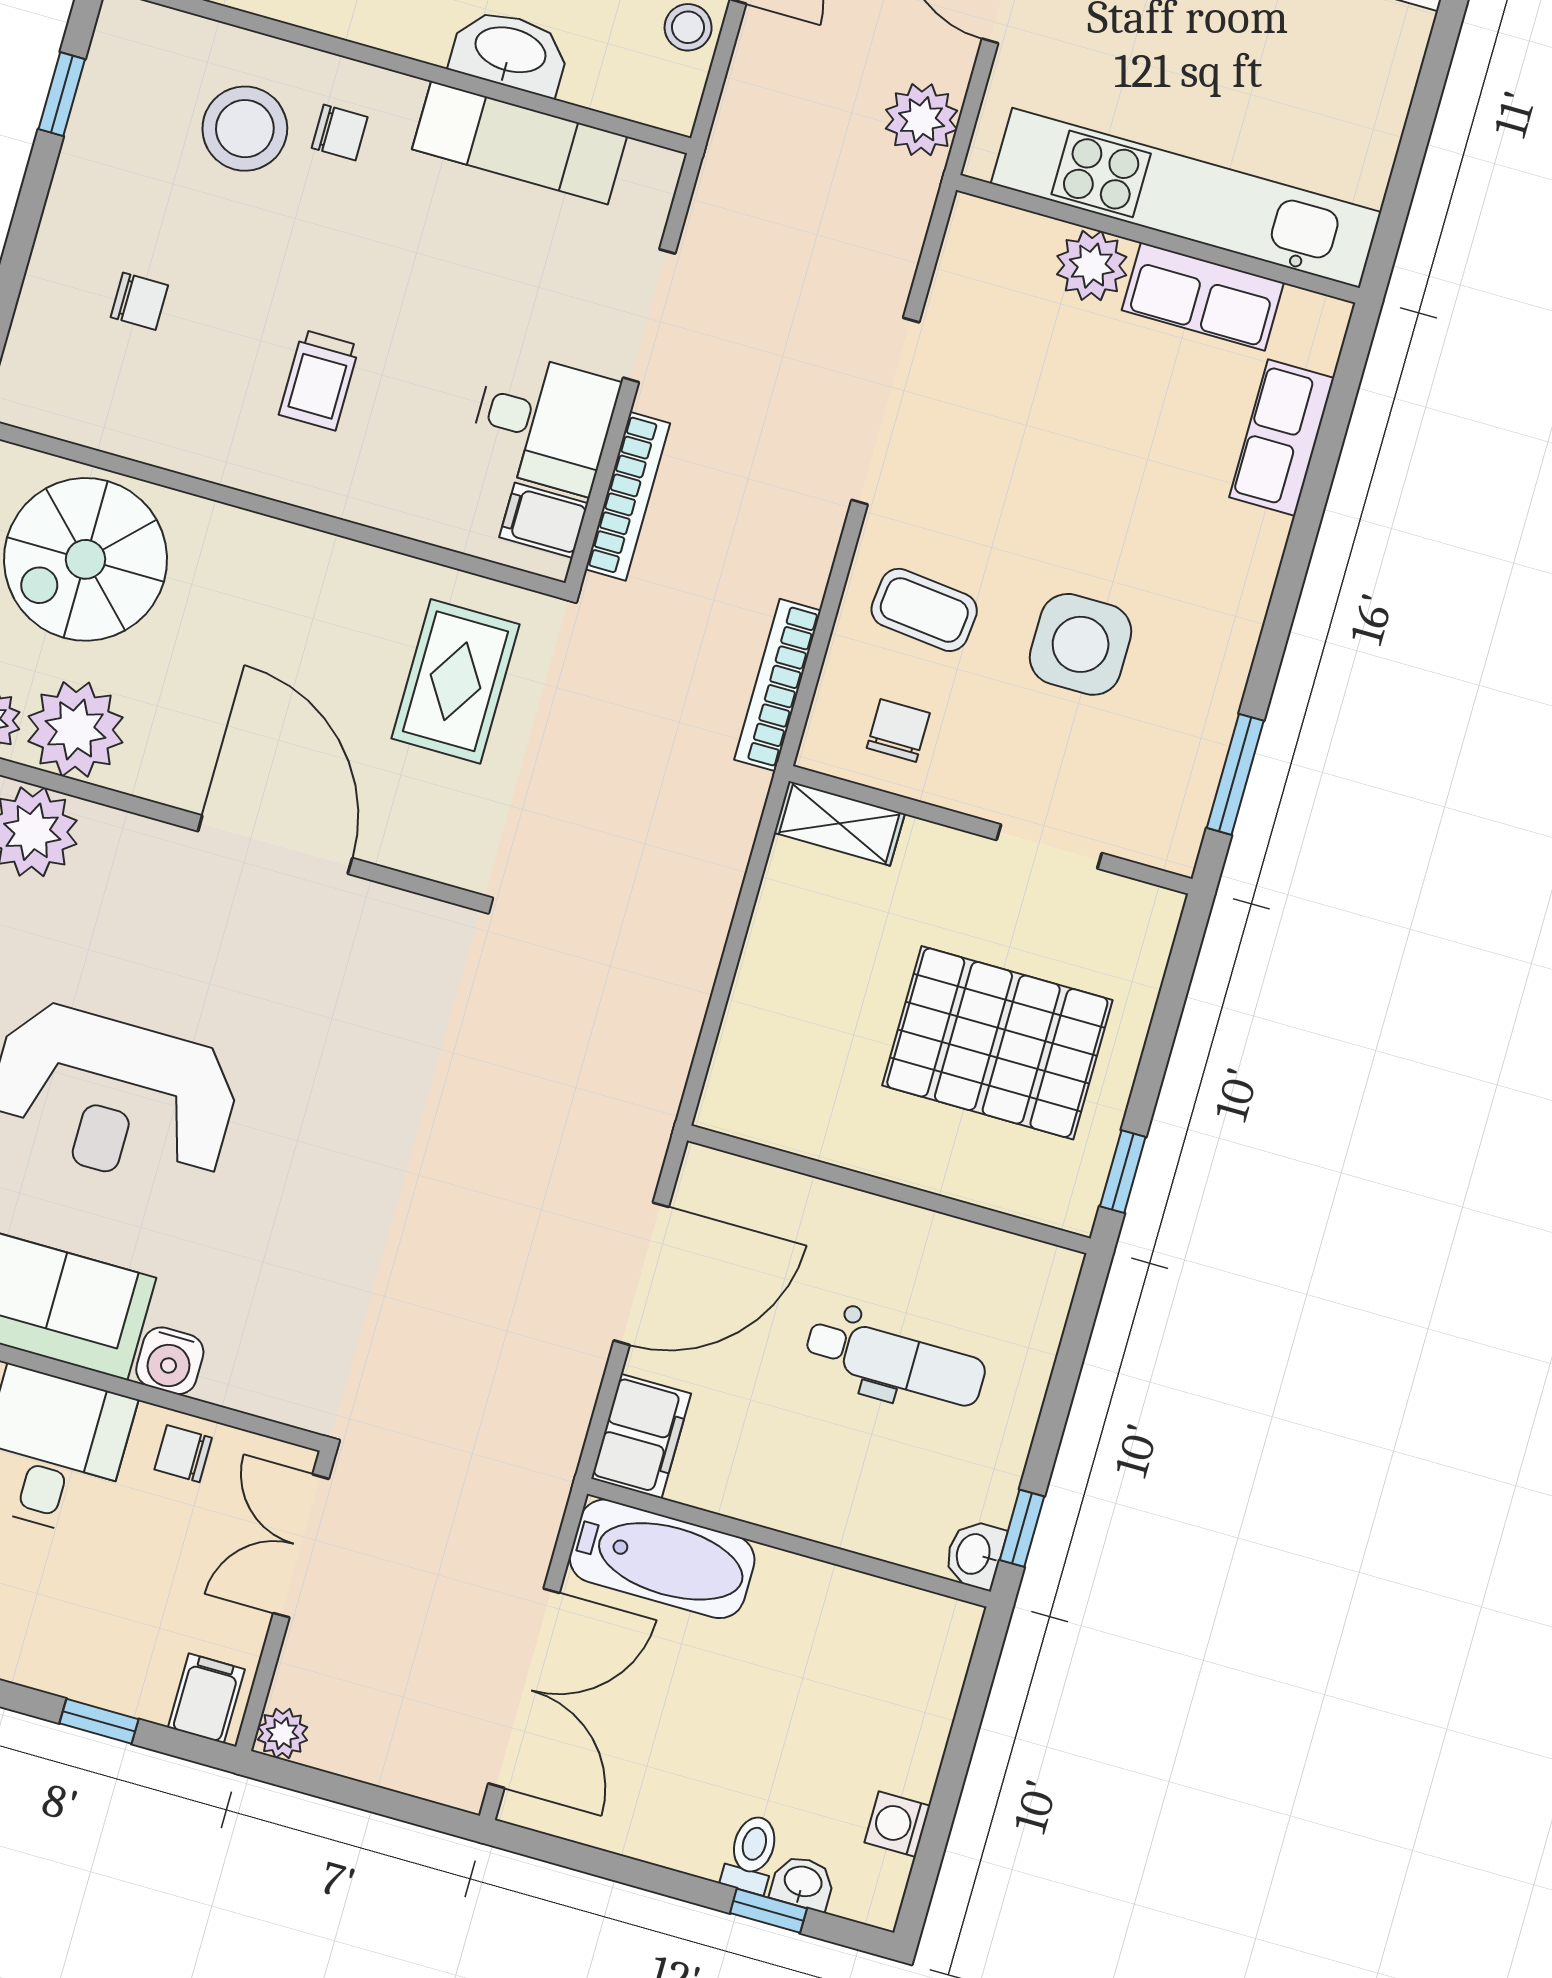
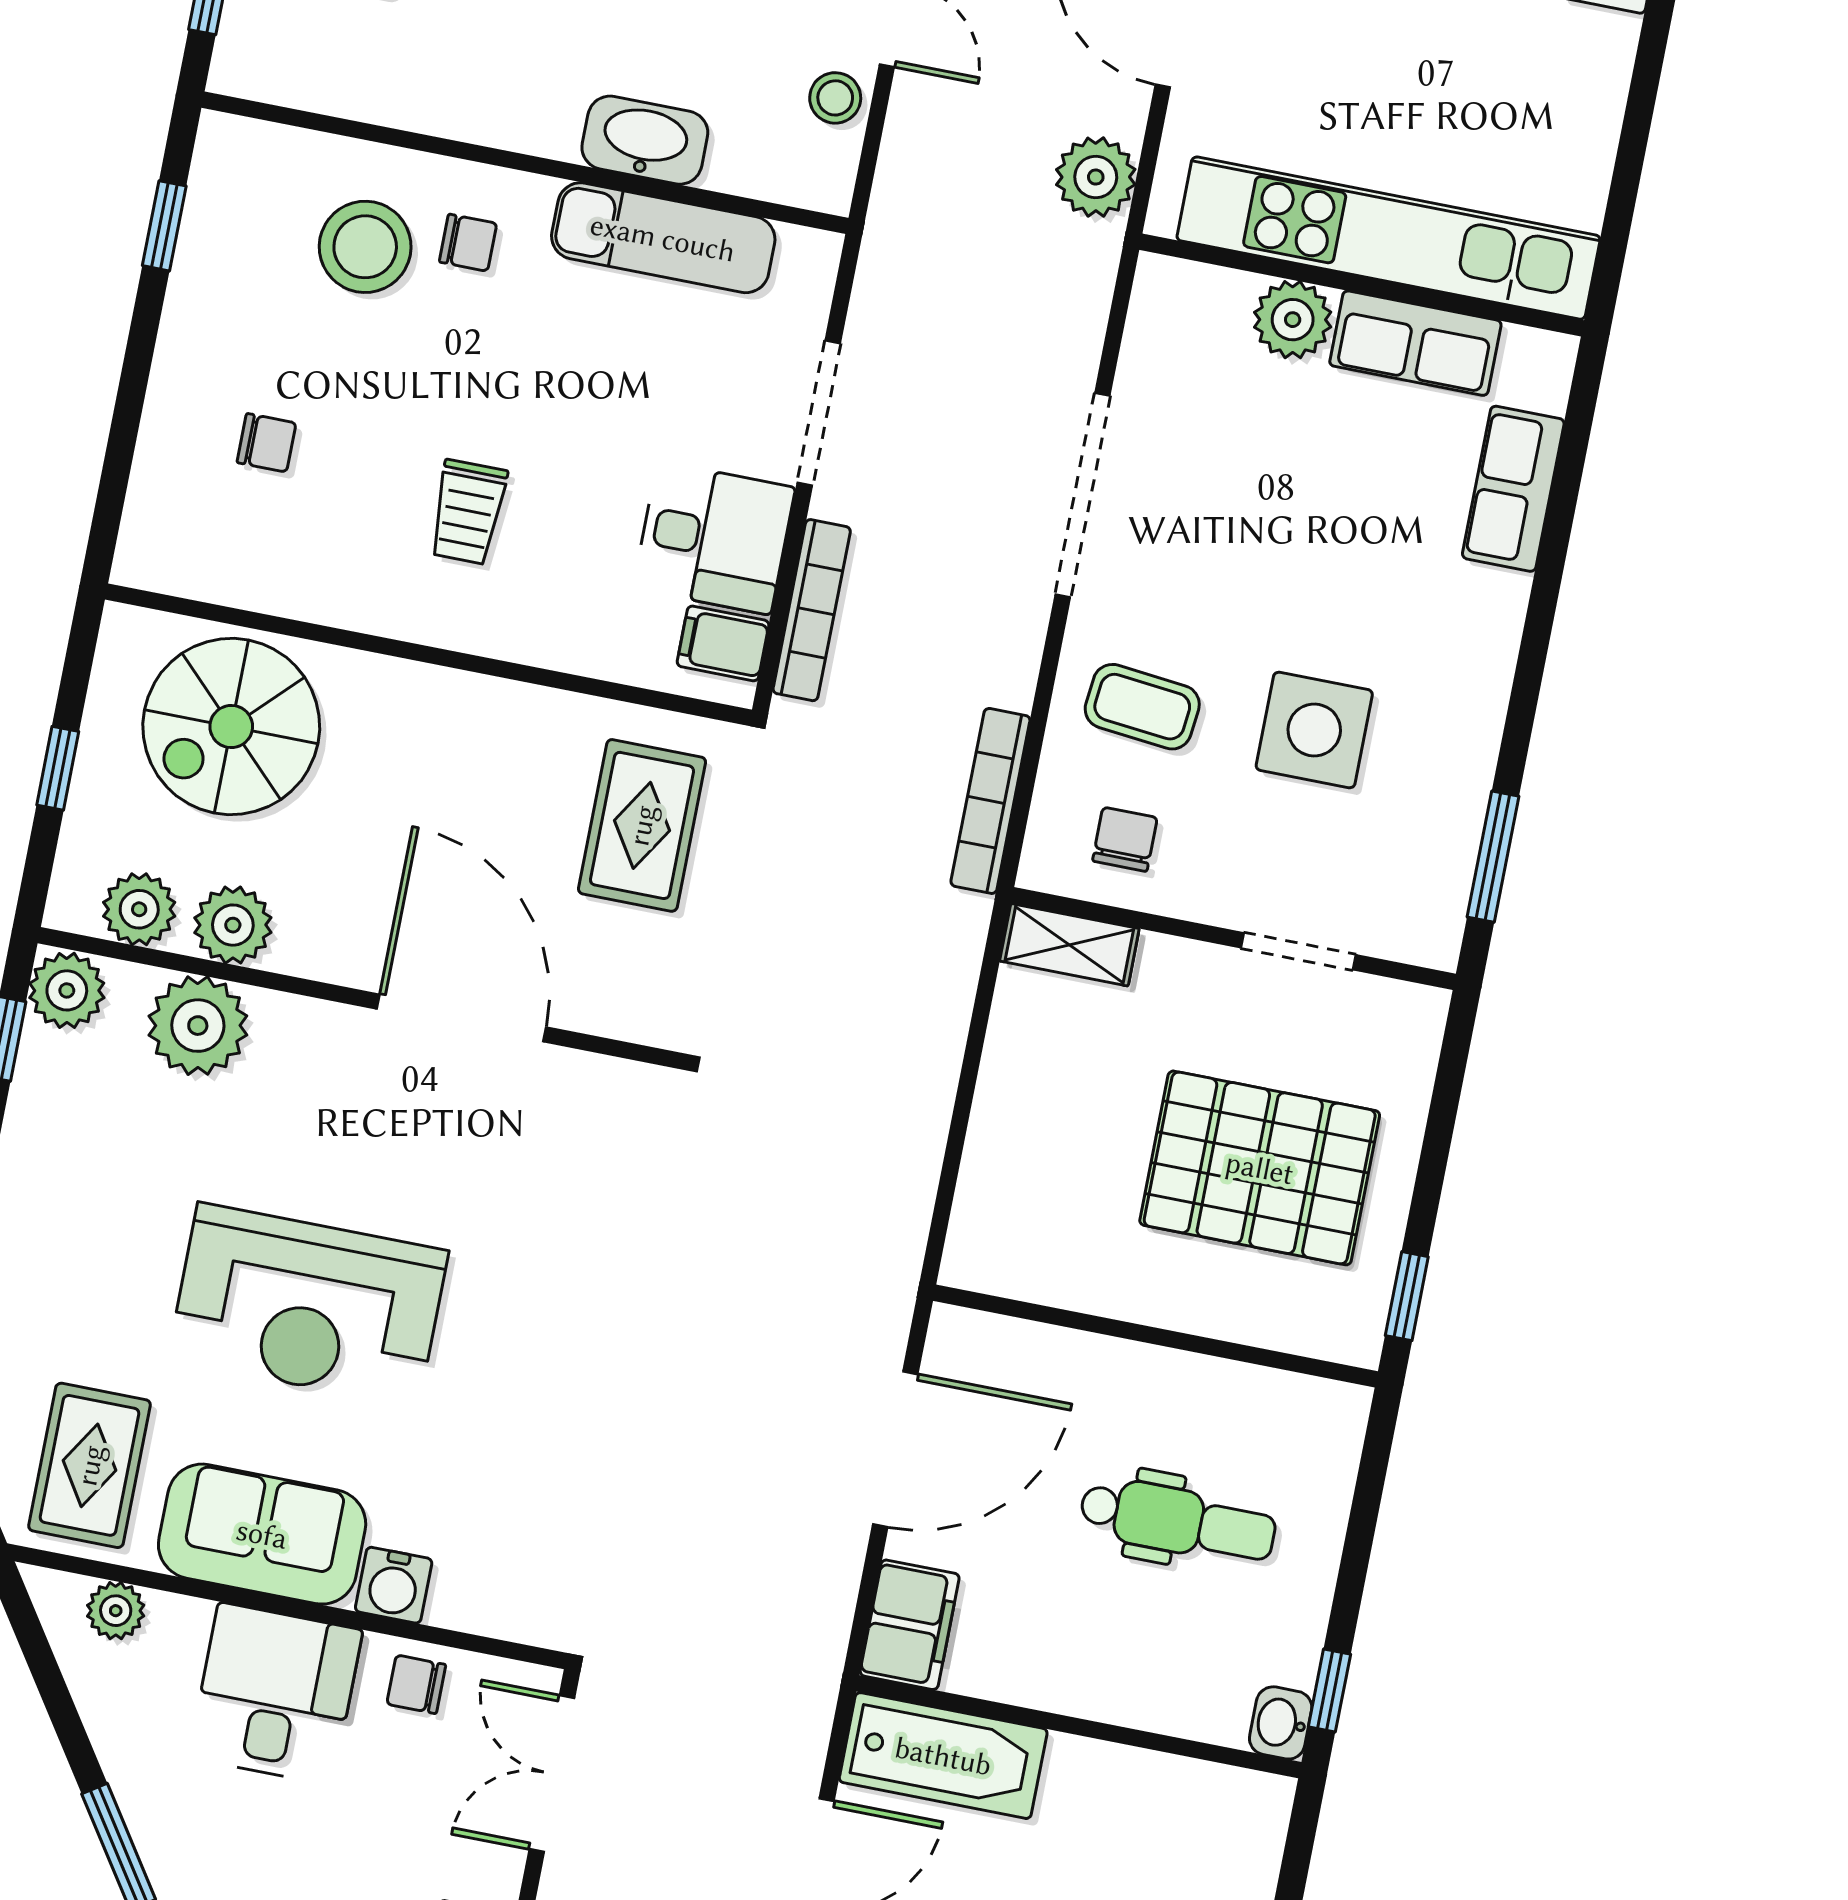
plant: (76, 729) -> (233, 925), width x0.73, depth x0.73

